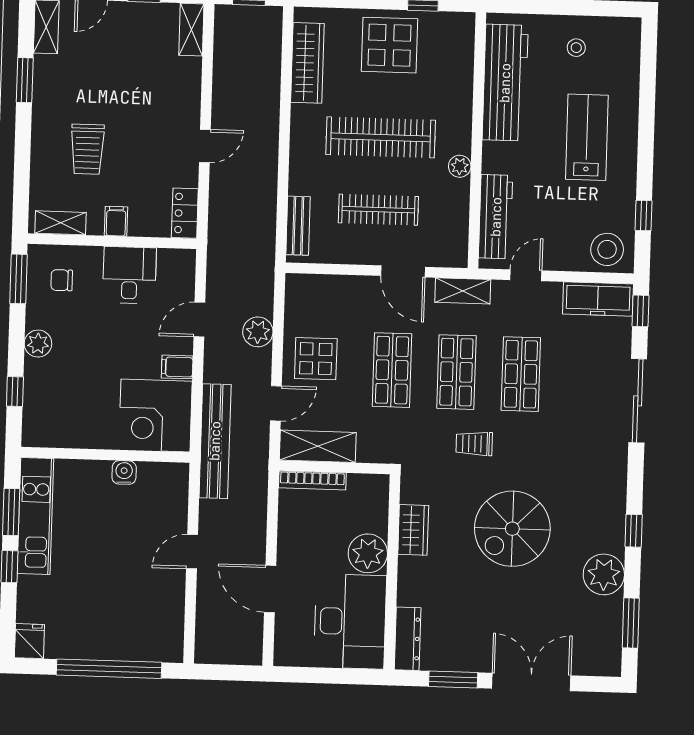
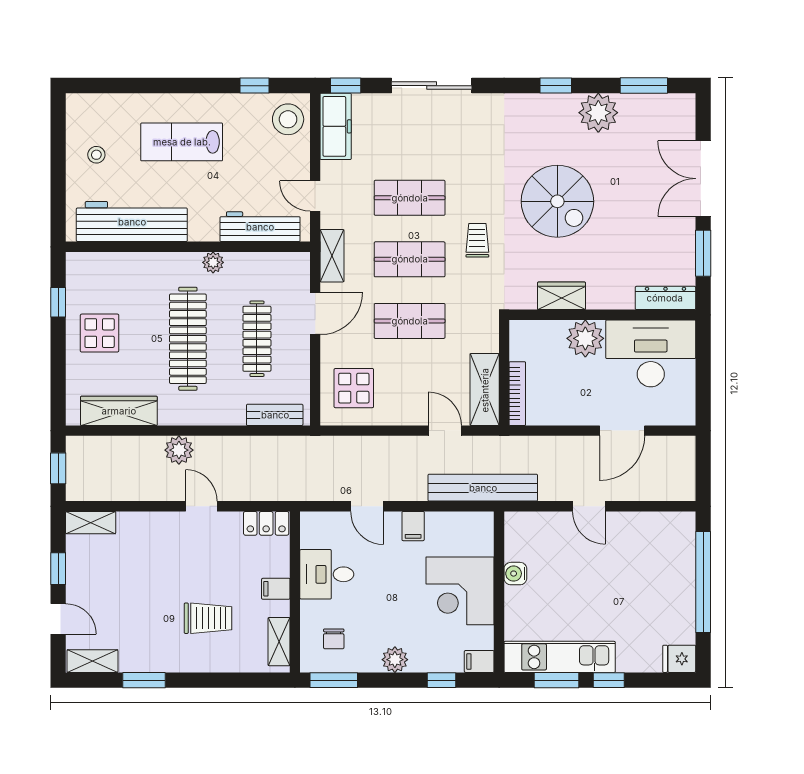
display table: (389, 45) -> (100, 333), width x0.73, depth x0.73
plant: (258, 332) -> (179, 450), moved
display table: (316, 359) -> (354, 388), moved
corner desk: (156, 415) -> (460, 591), moved, turned 90
filing cabinet: (33, 432) -> (479, 661), added
trolley: (474, 444) -> (477, 240), turned 180

